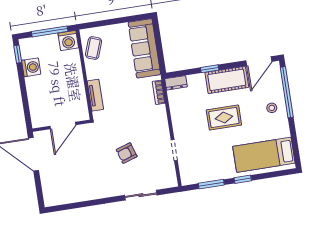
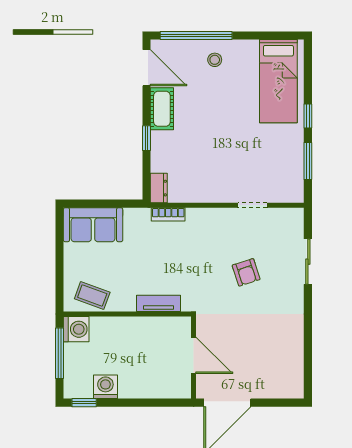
sofa: (144, 48) -> (93, 225), width x0.73
cot: (227, 80) -> (162, 109), width x0.73, depth x0.75
rug: (224, 118) -> (218, 129), removed

